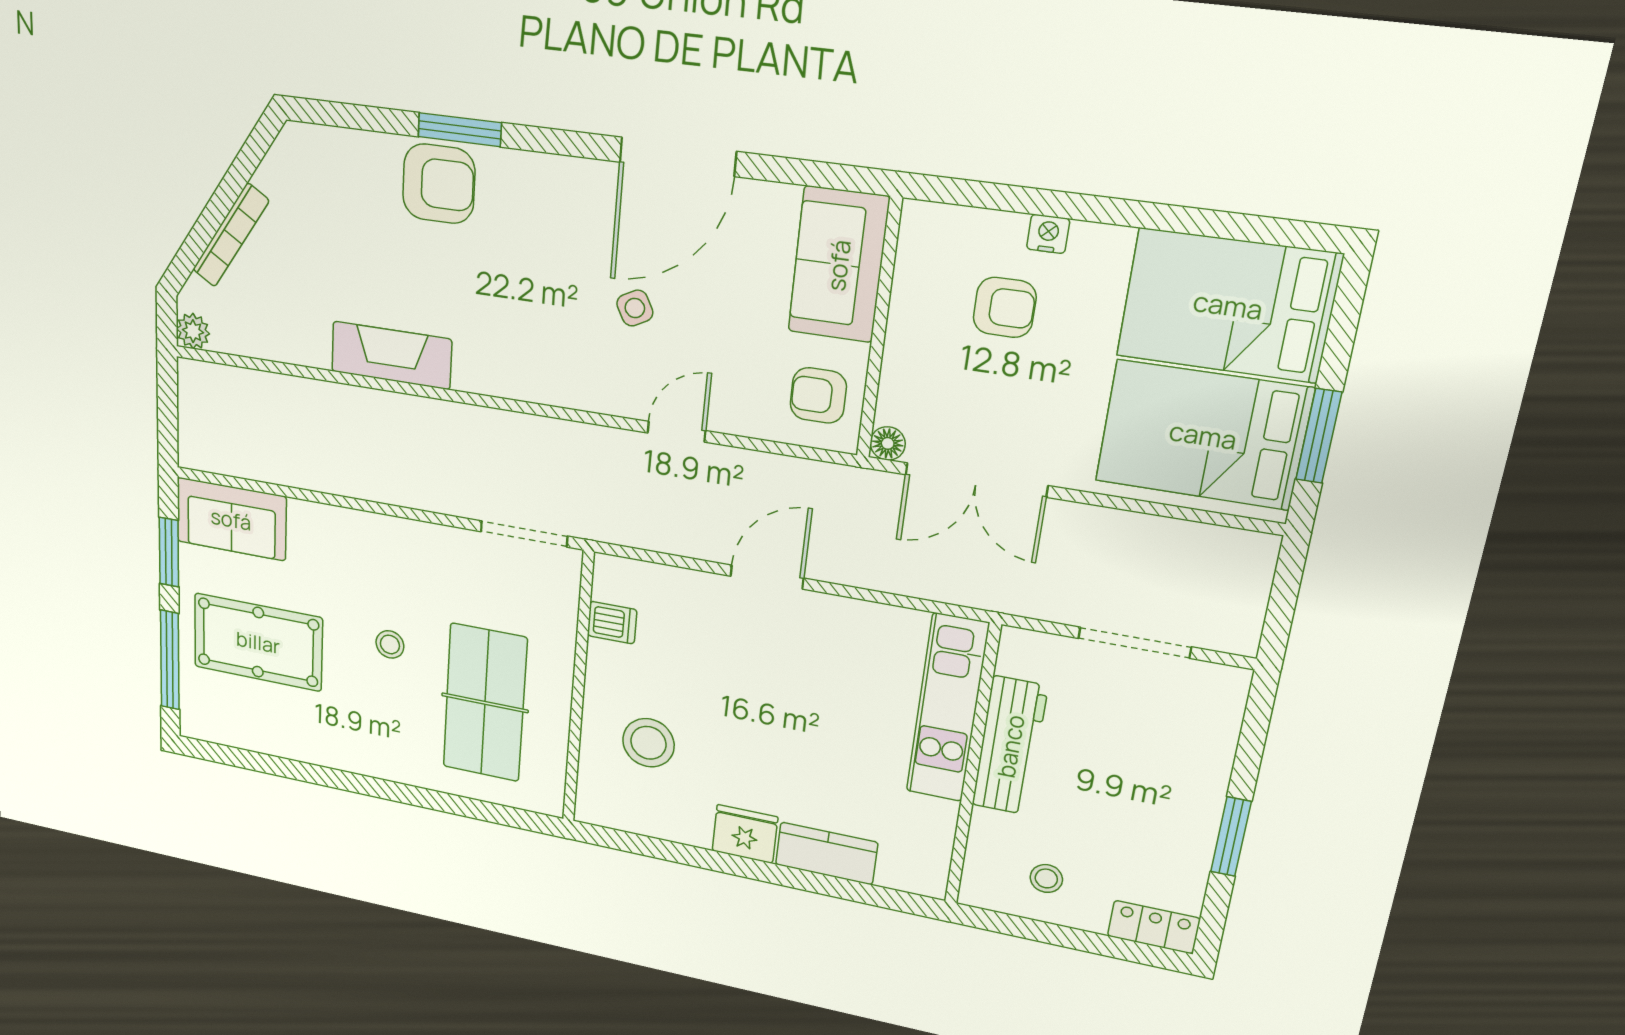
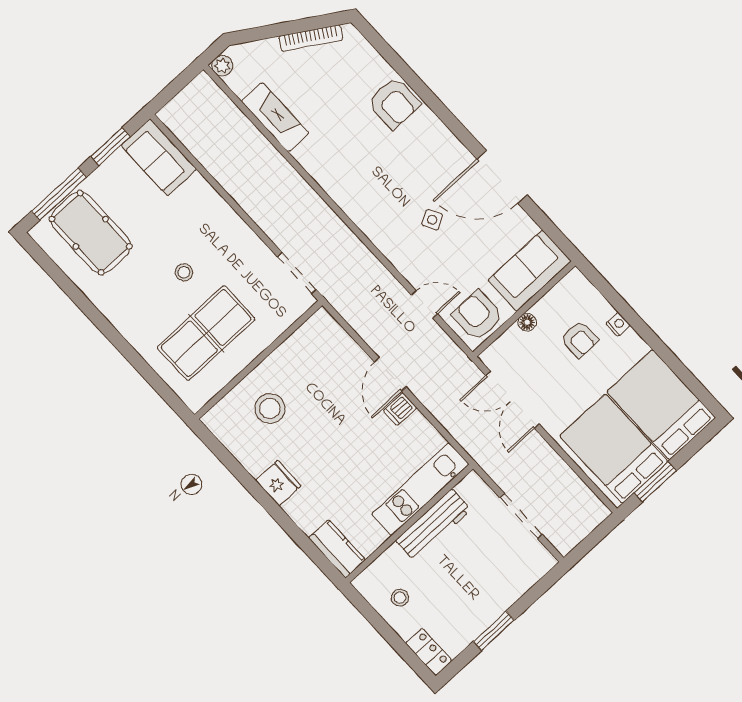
window: (460, 130) -> (422, 91), removed
bookcase: (231, 235) -> (311, 38), moved
fireplace: (391, 355) -> (275, 117), moved
armchair: (818, 395) -> (478, 316), width x1.38, depth x1.38
door: (677, 432) -> (424, 304), moved
floor lamp: (888, 443) -> (527, 322), moved
door: (767, 577) -> (390, 374), swing flipped
dishwasher: (612, 623) -> (400, 409), moved, turned 90
pool table: (258, 642) -> (91, 233), moved
kitchen counter: (826, 853) -> (337, 549), moved

